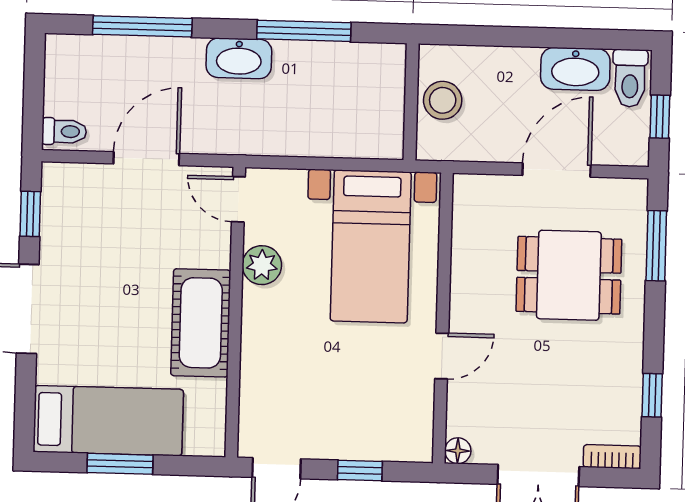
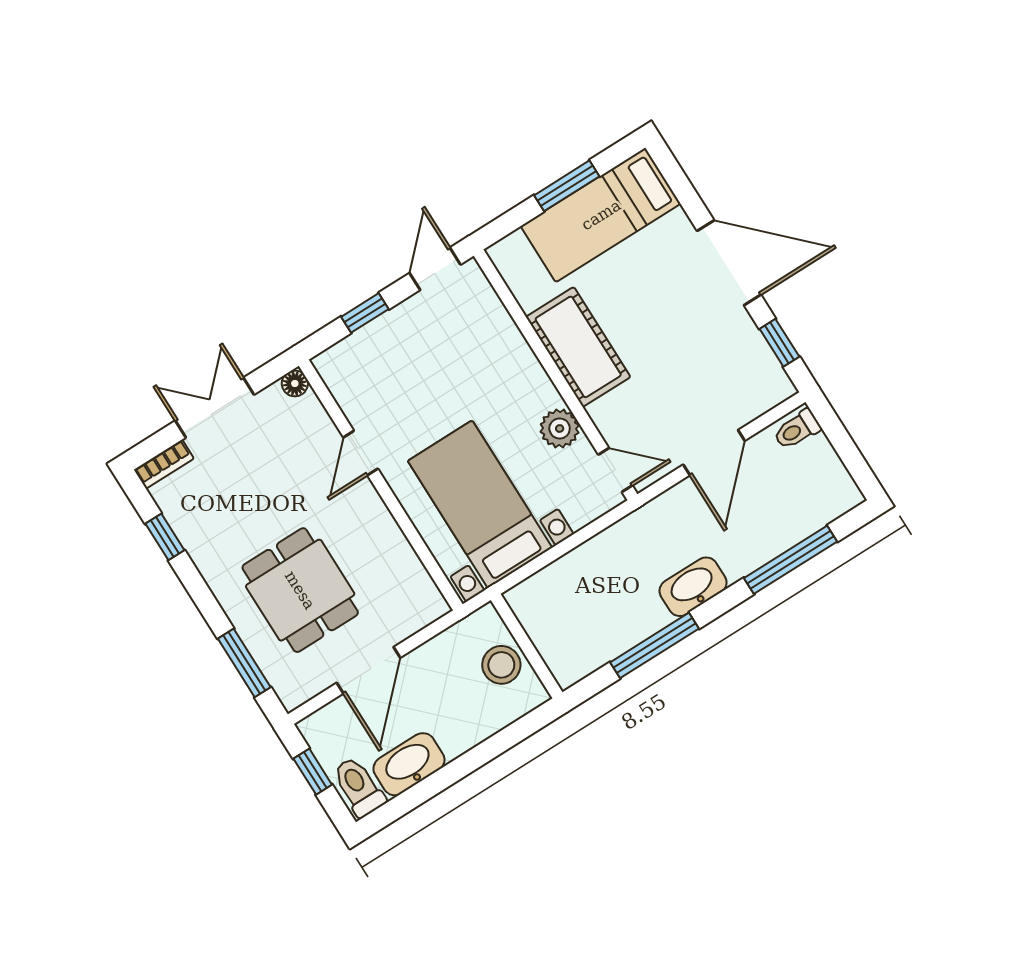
dining table: (569, 275) -> (300, 590), turned 90

